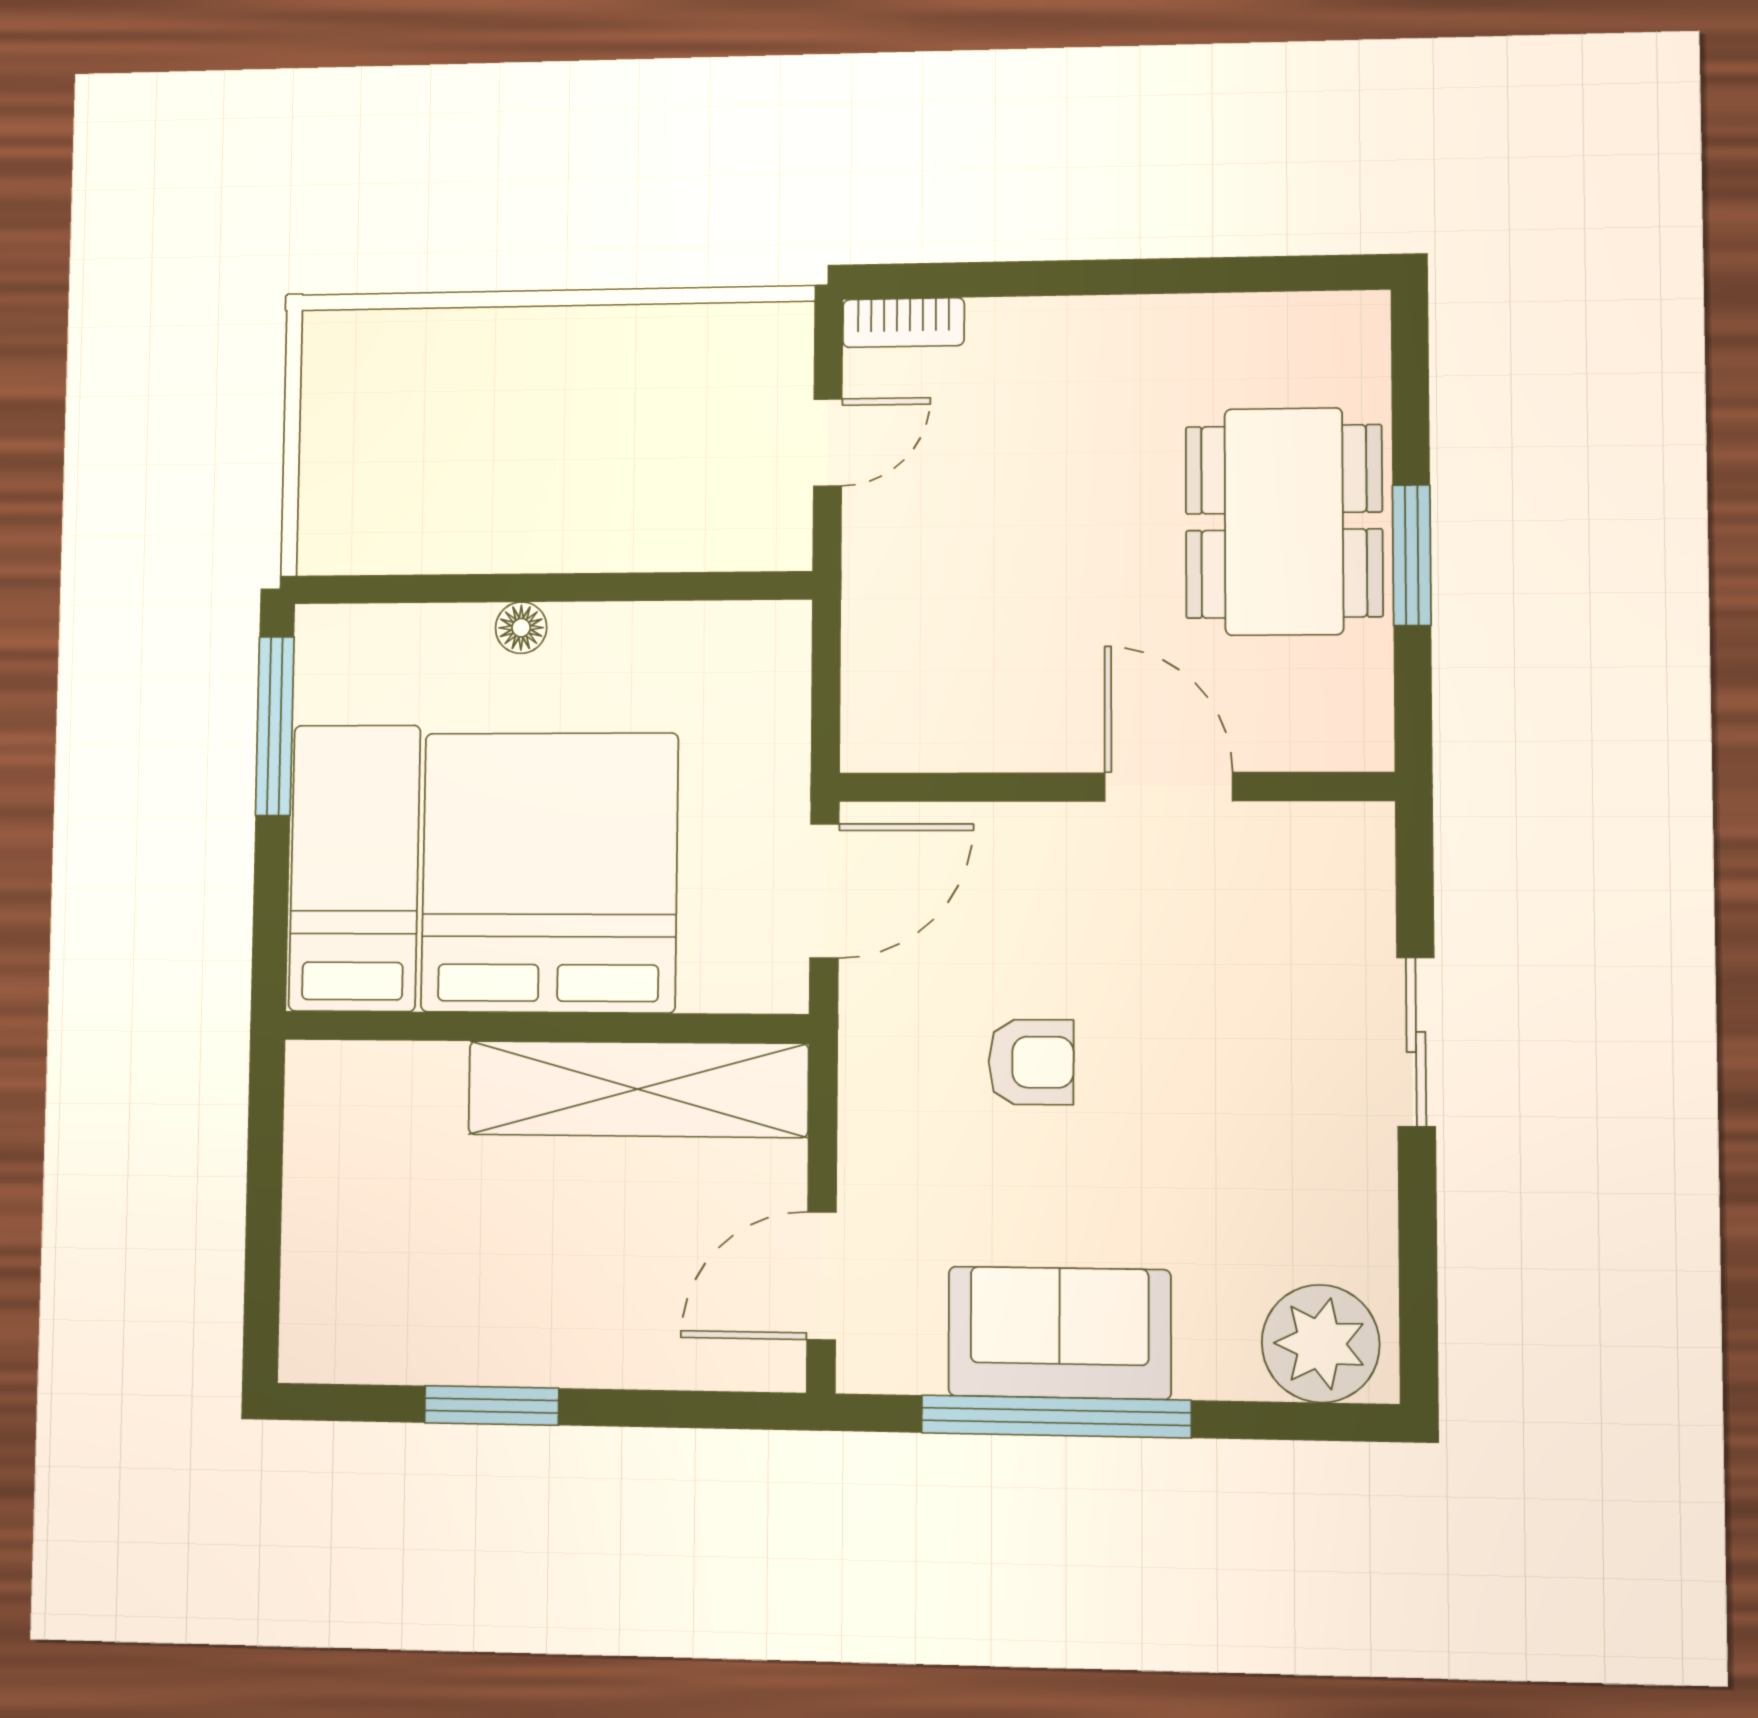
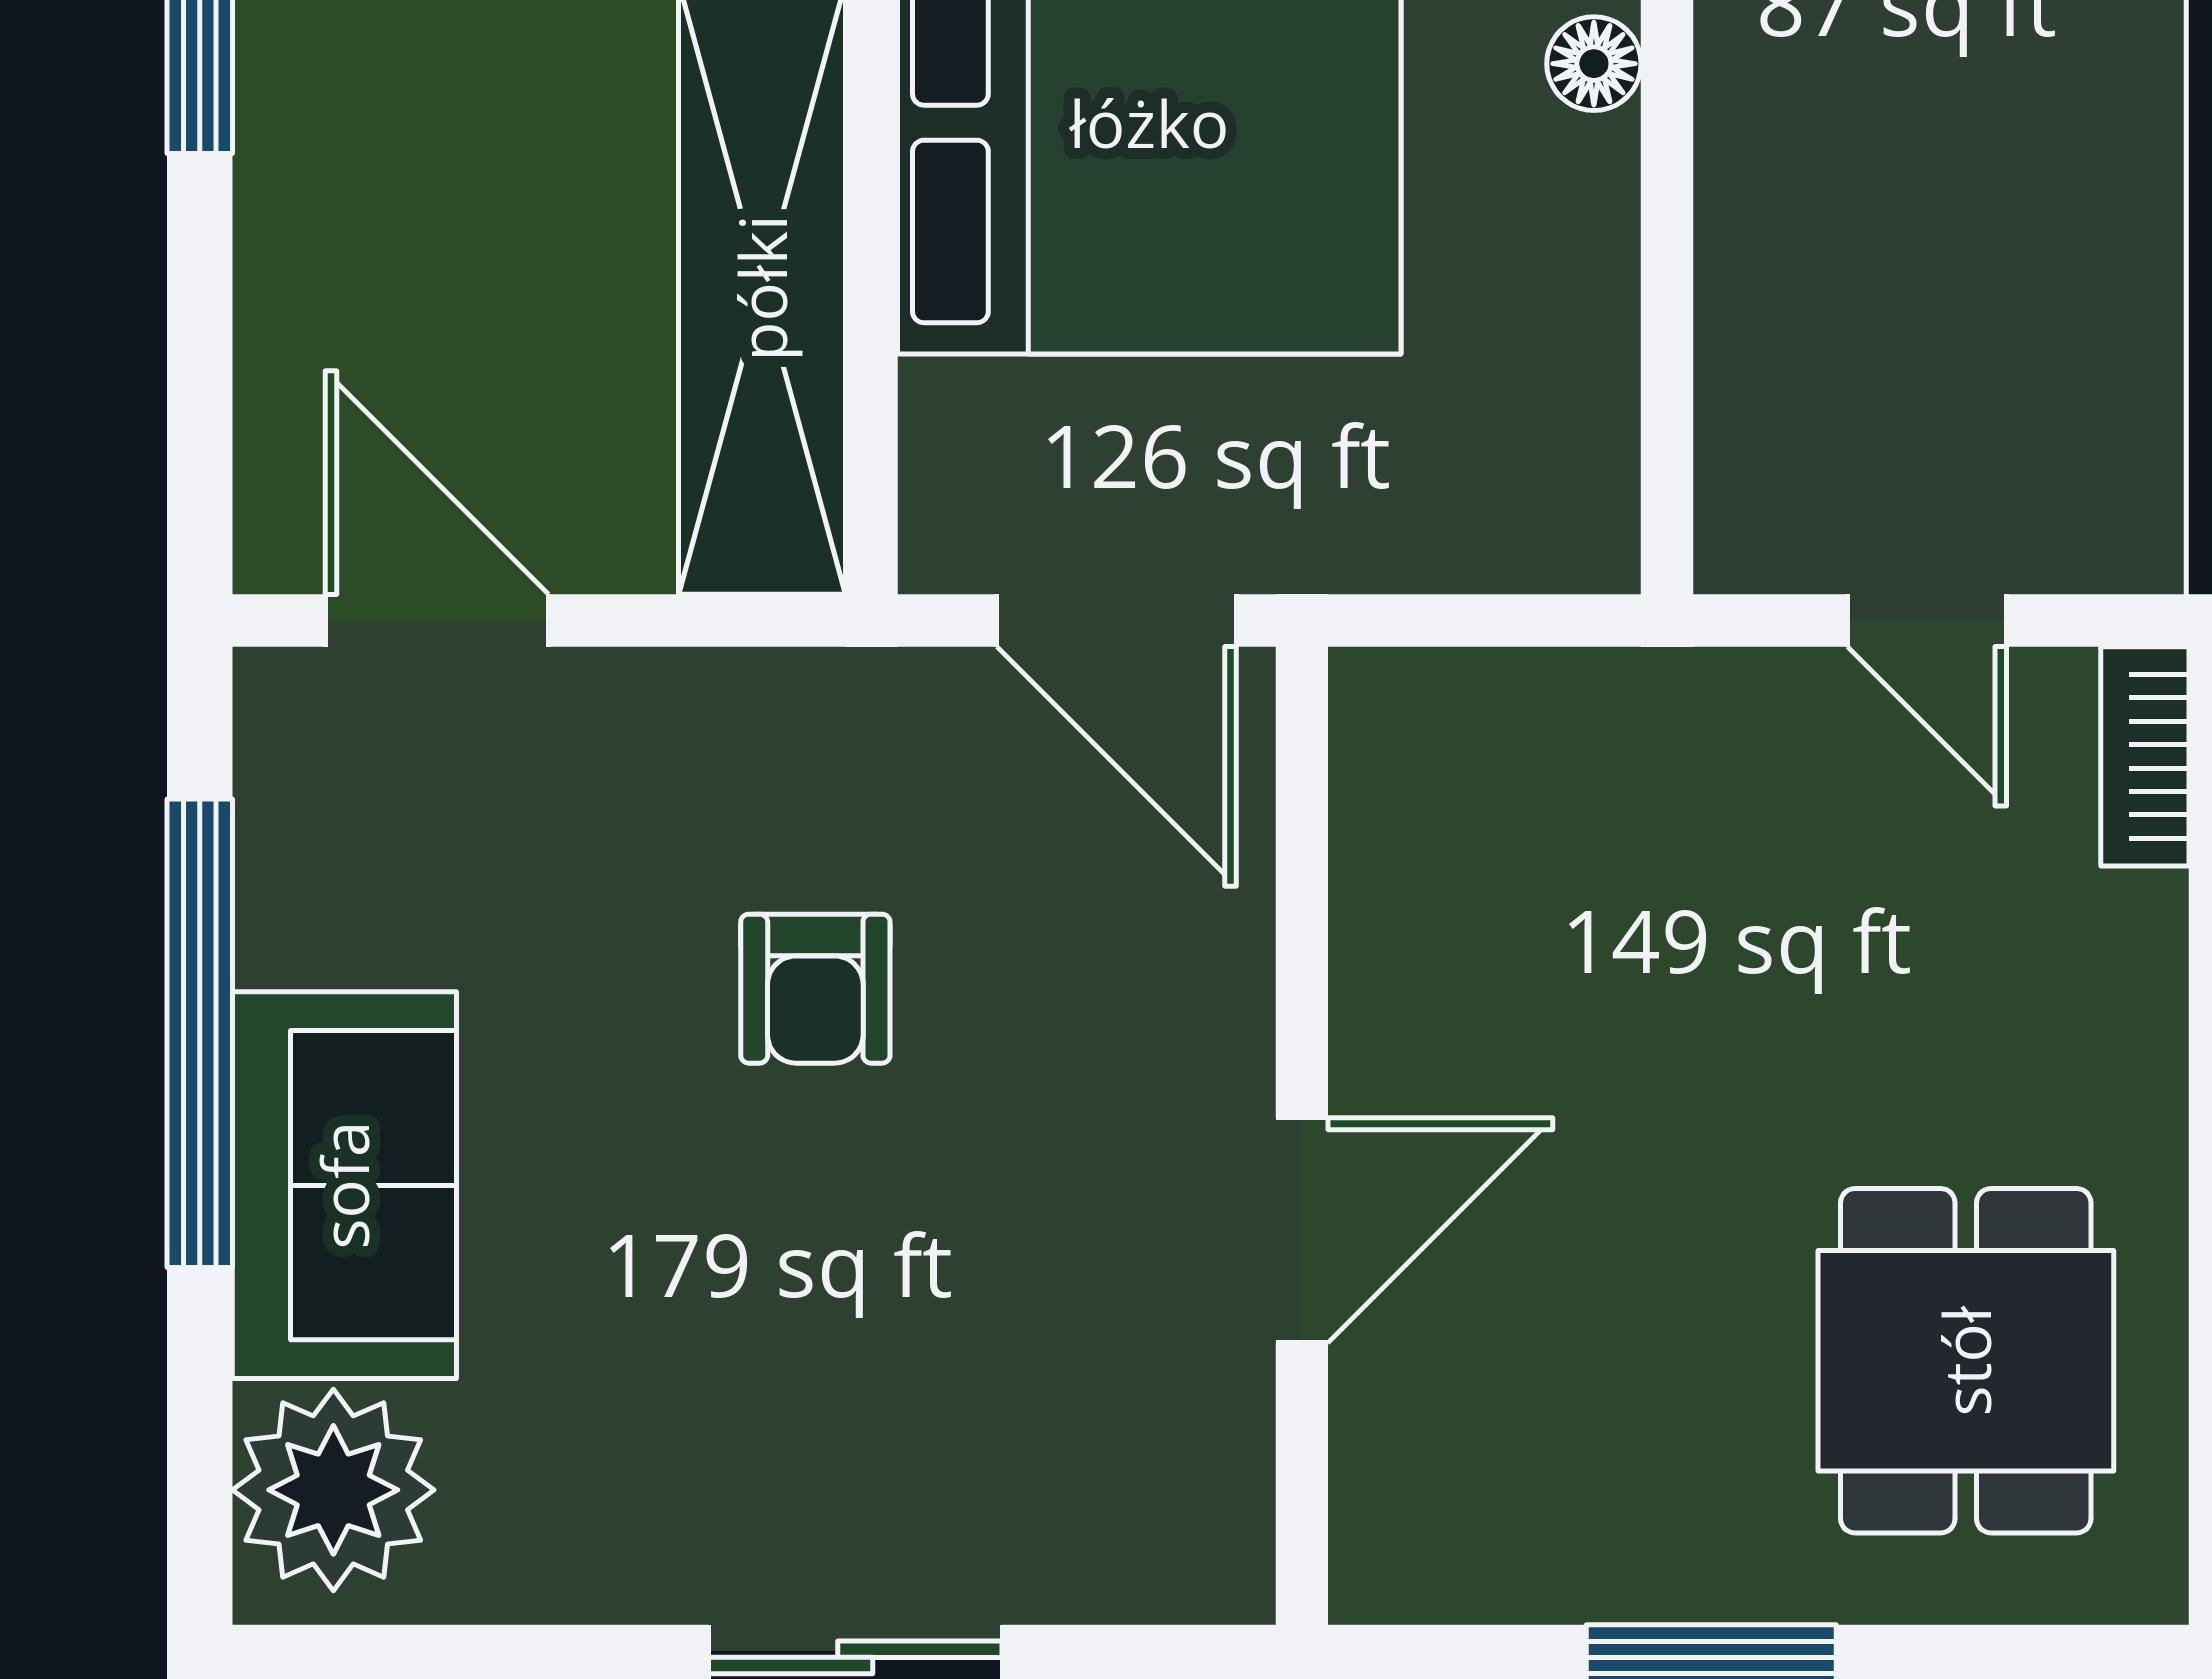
dining table: (1284, 521) -> (1966, 1361), moved, width x0.73
sofa: (1059, 1333) -> (344, 1185), moved

